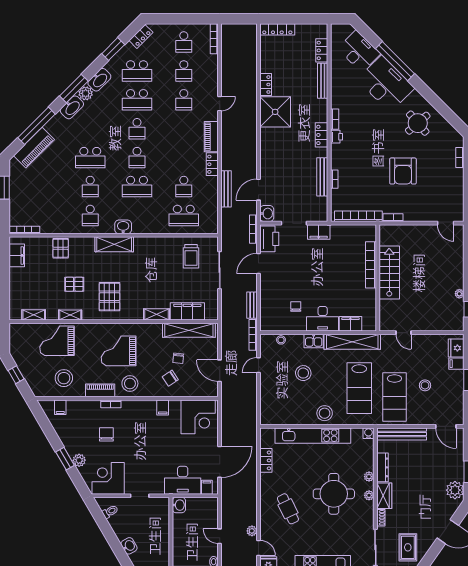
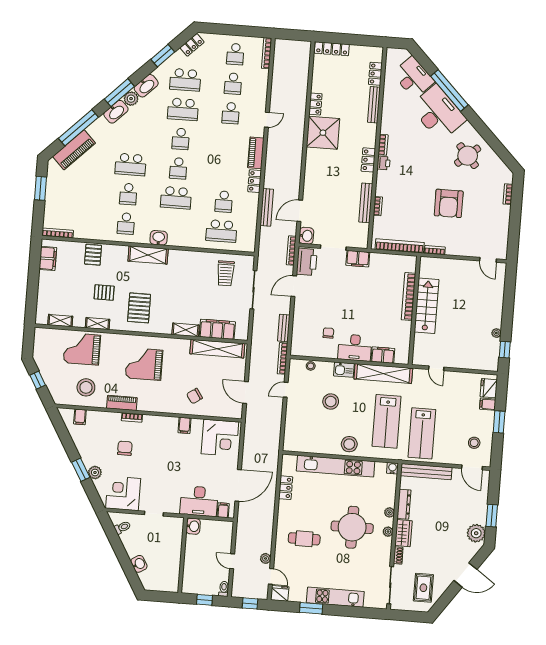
chair: (178, 358) -> (204, 376), removed
stool: (130, 383) -> (153, 398), removed
stool: (425, 385) -> (474, 443), moved
cafe table: (288, 509) -> (304, 539), turned -64

